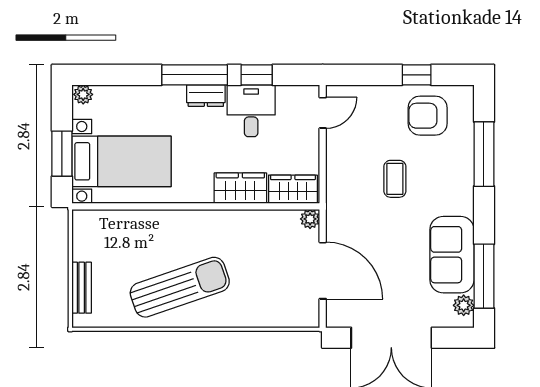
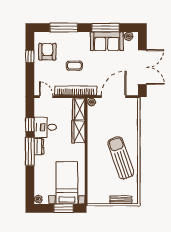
armchair: (428, 116) -> (47, 52), turned 180
bookcase: (337, 182) -> (76, 91), added
window: (484, 276) -> (105, 28), moved

